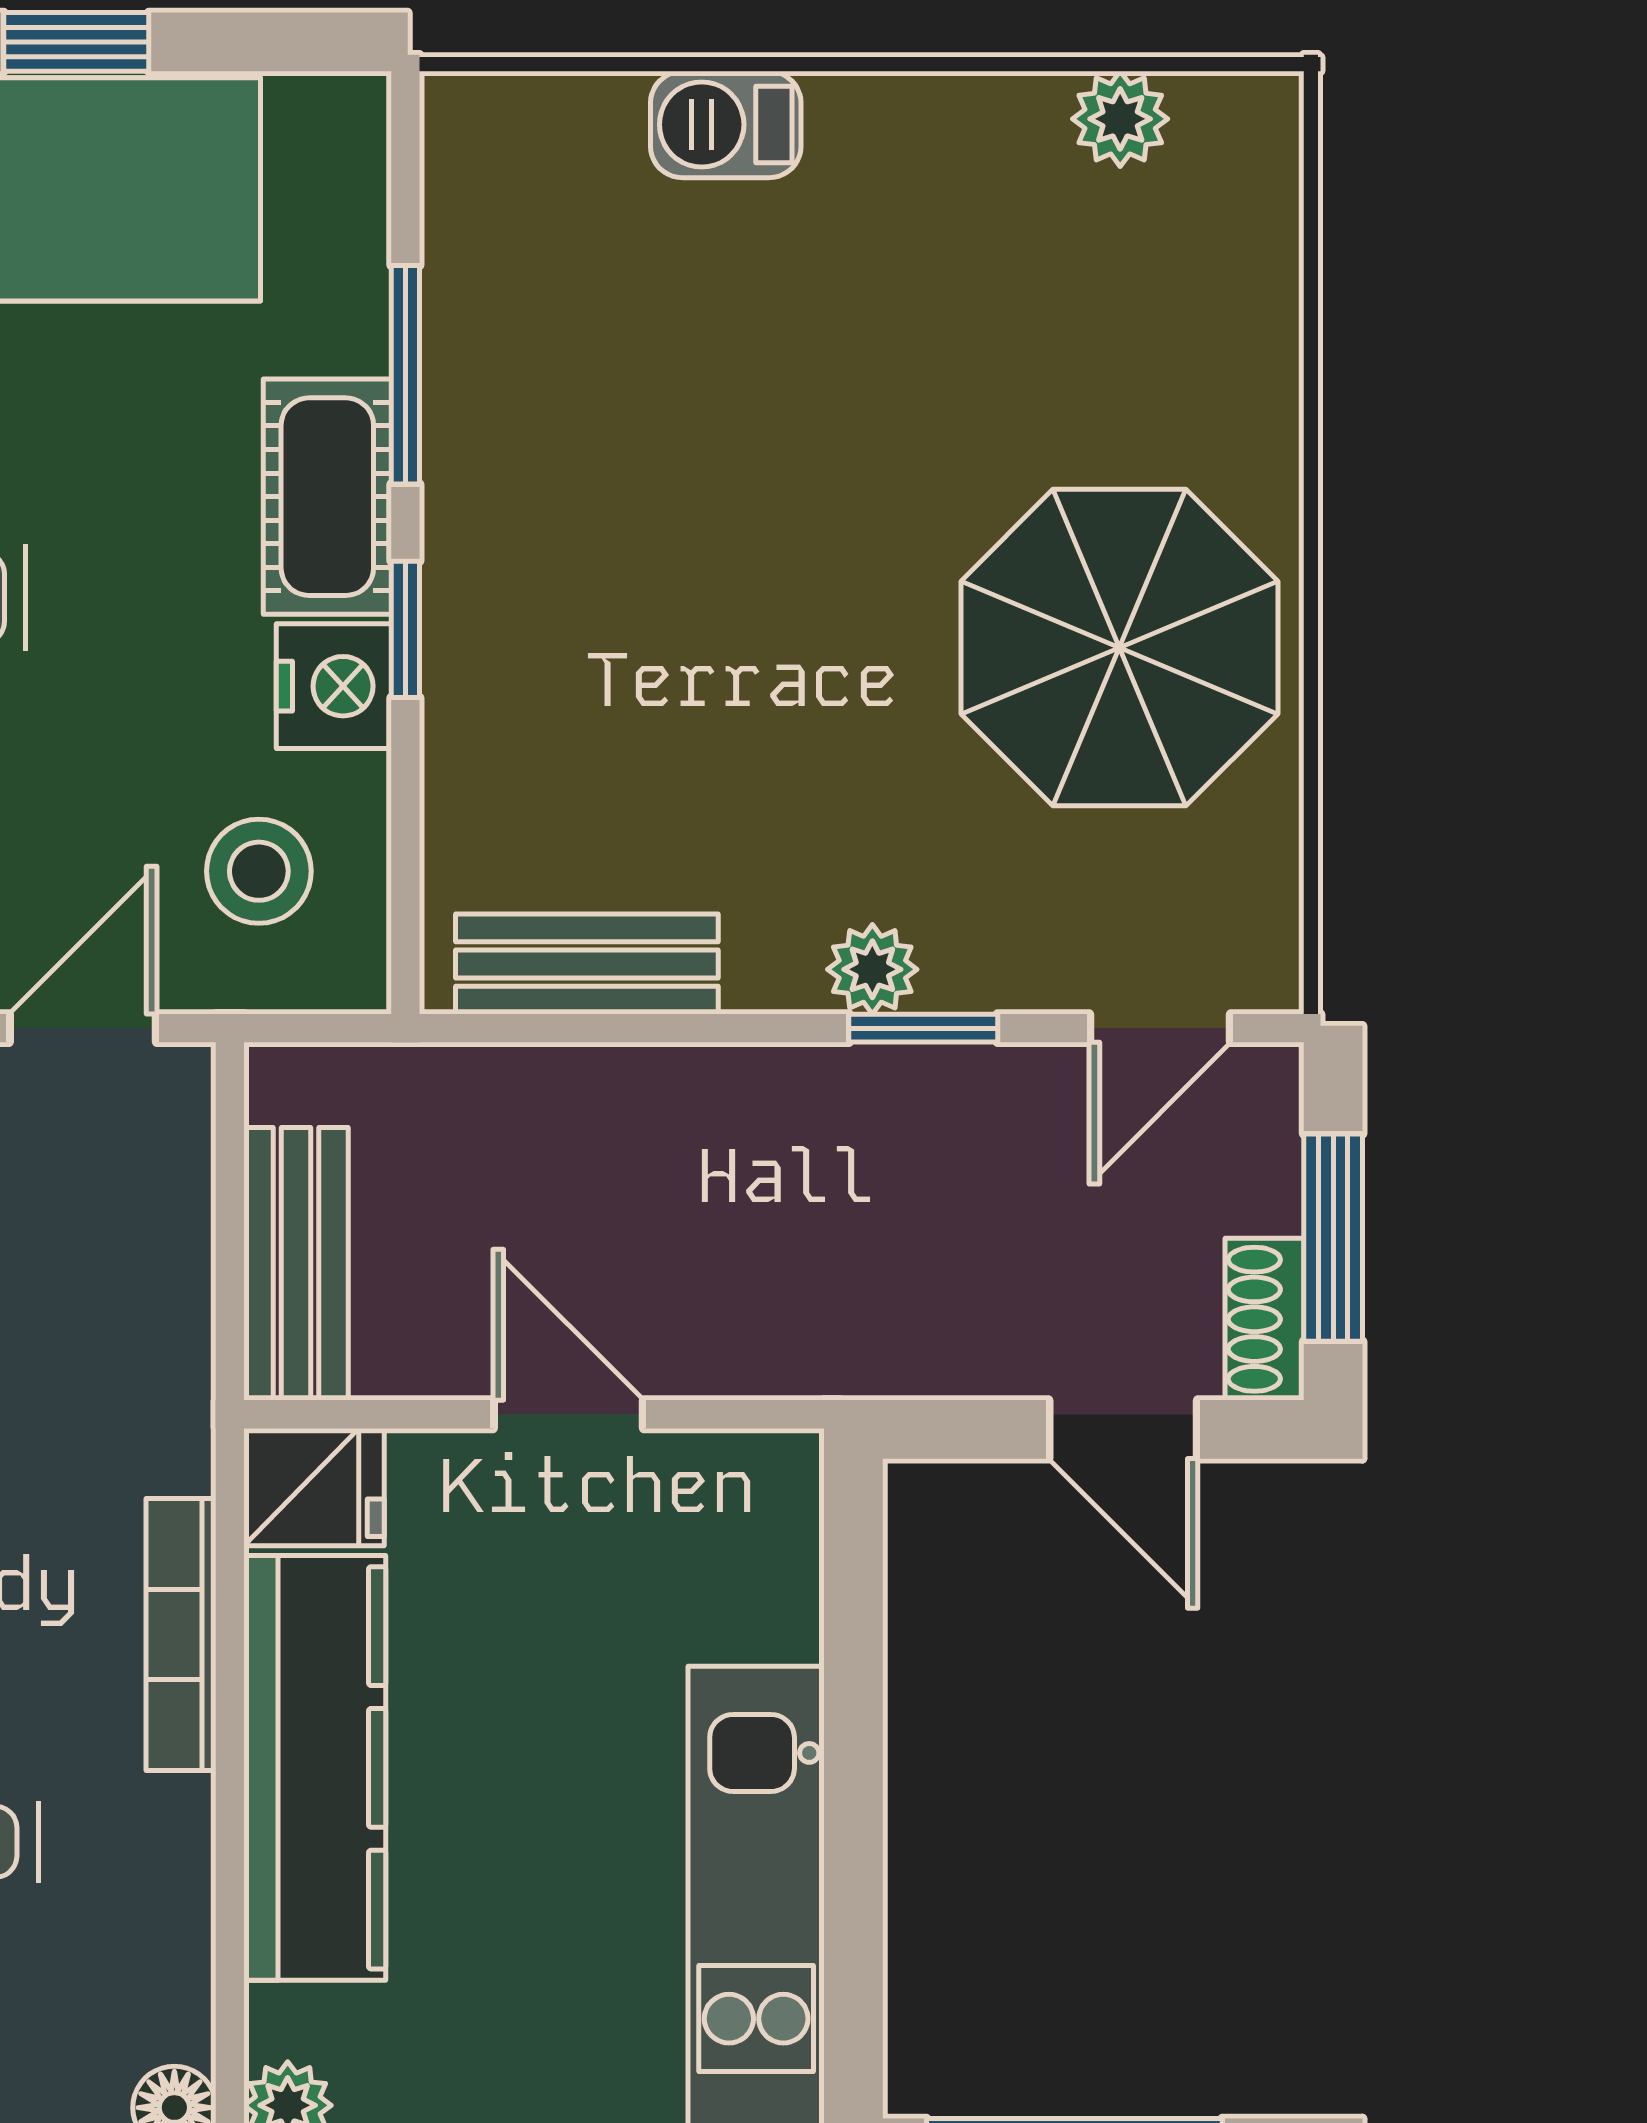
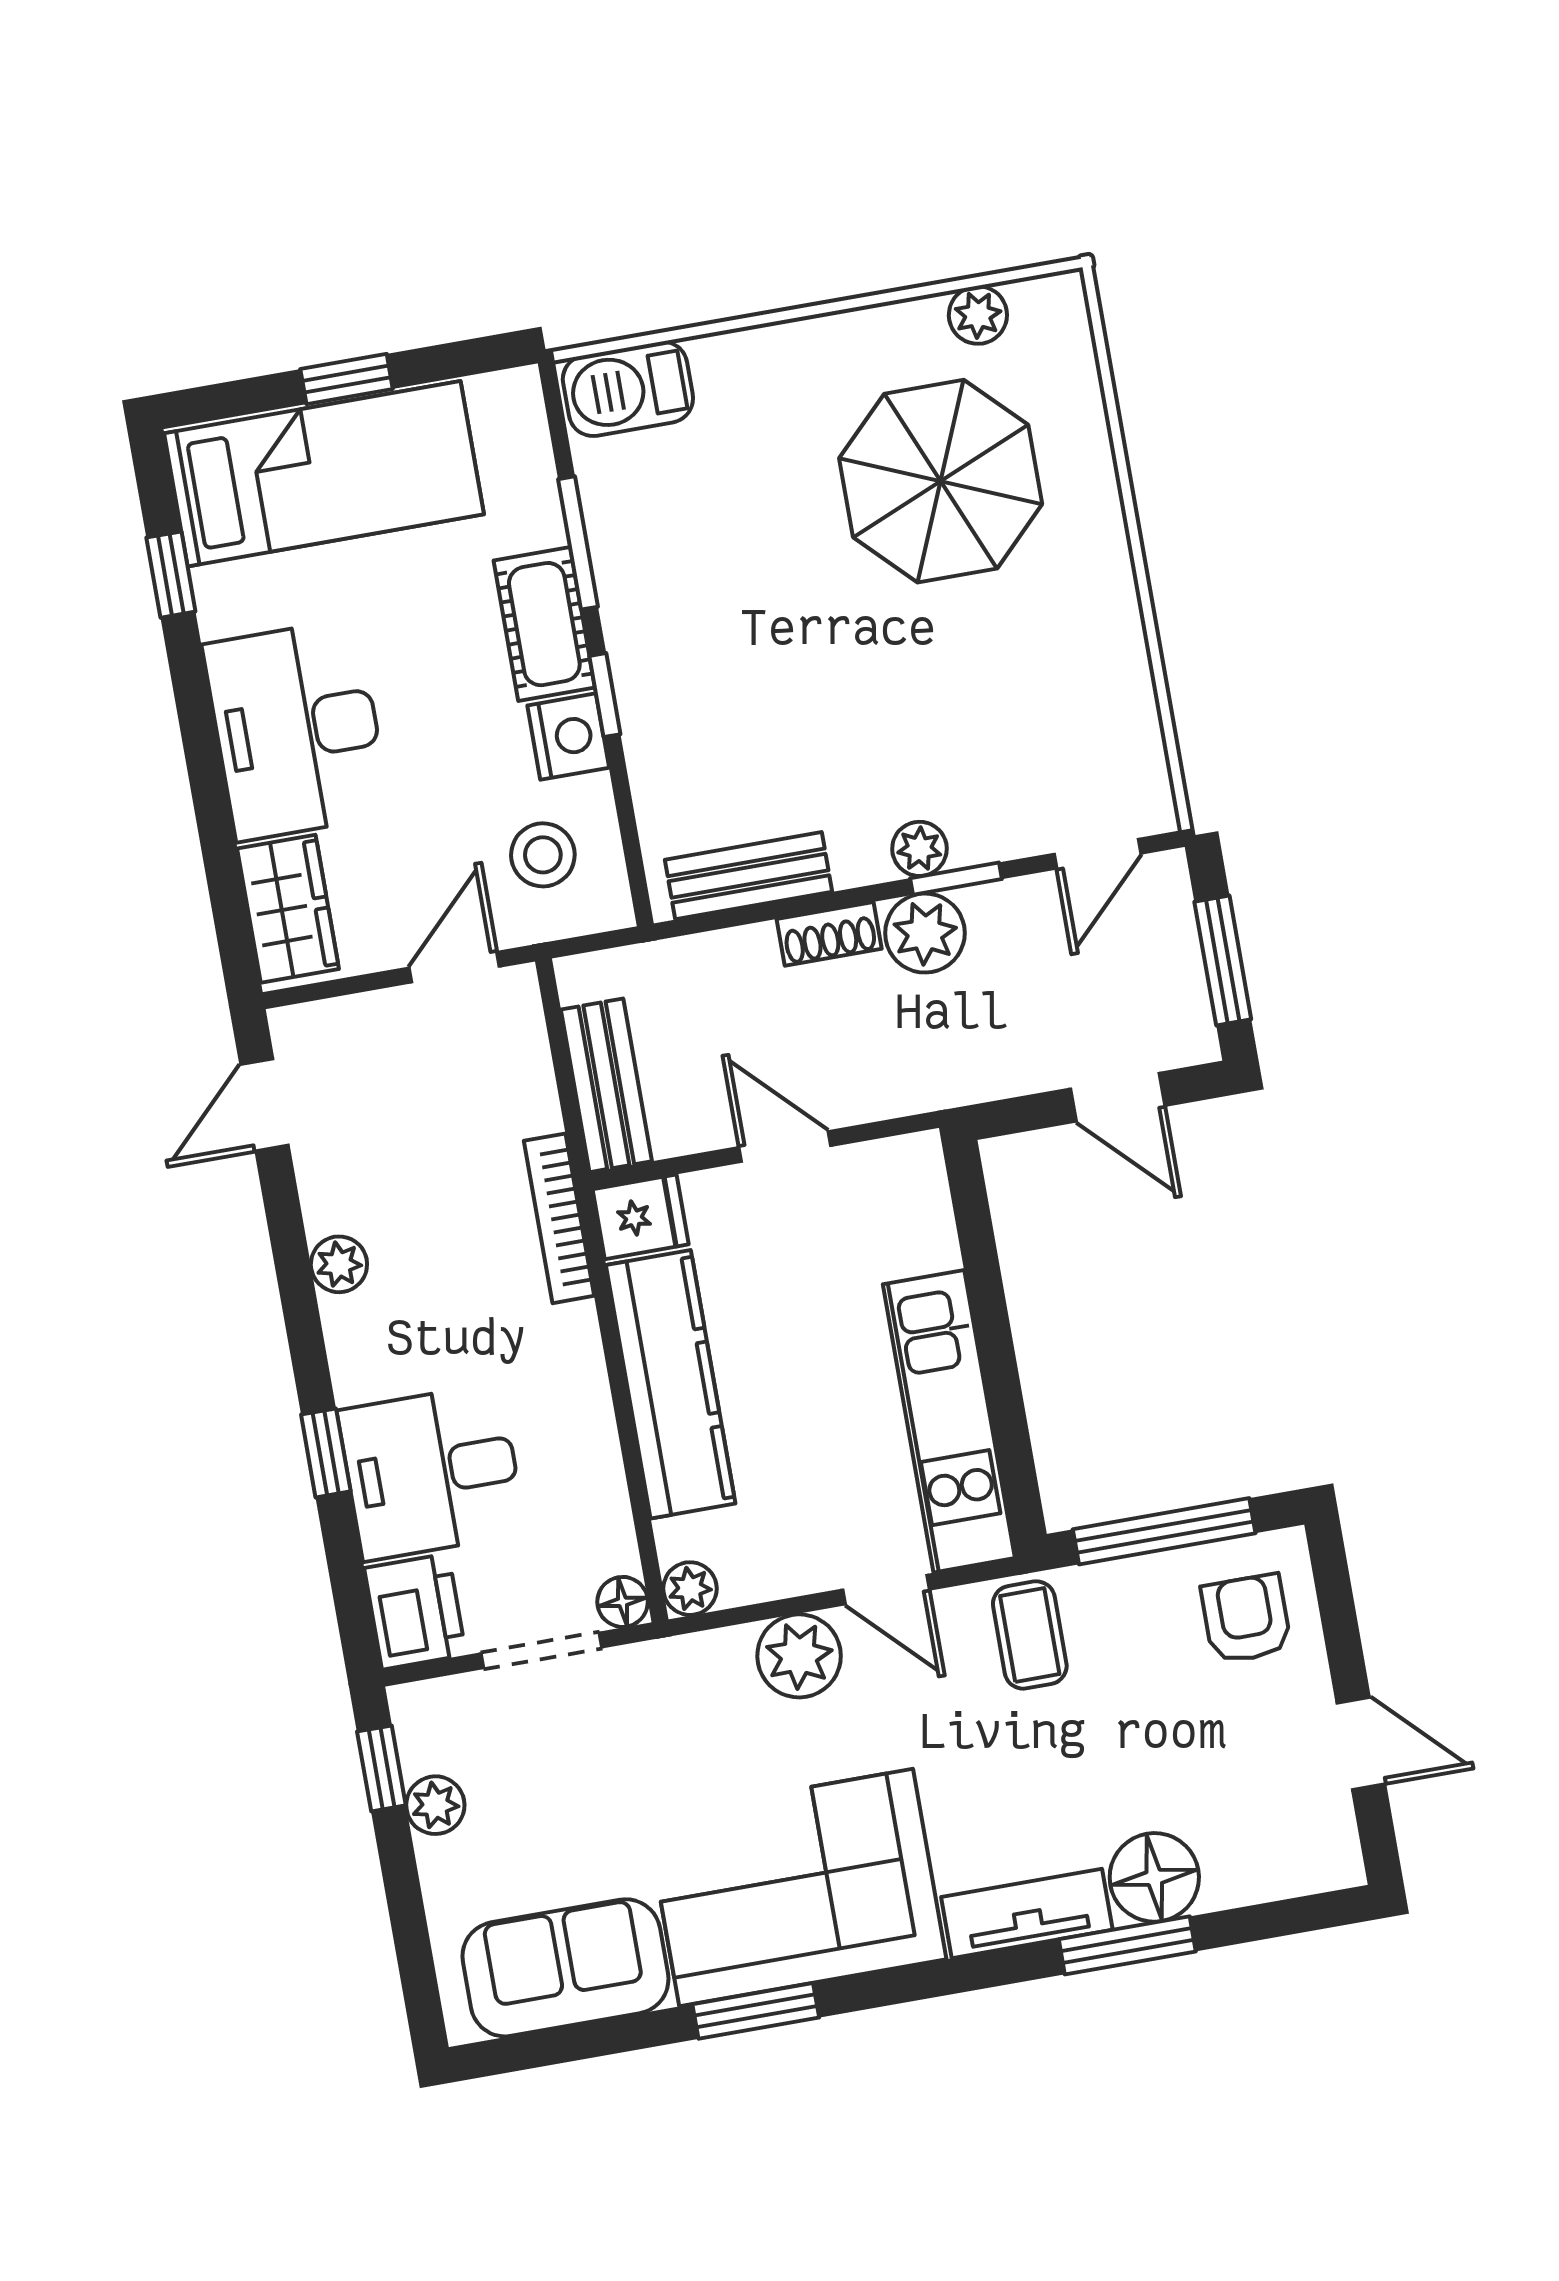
barbecue: (726, 125) -> (628, 389), moved, width x1.38, depth x1.27
parasol: (1119, 648) -> (941, 481), moved
plant: (857, 1108) -> (925, 933), added
shoe rack: (1265, 1319) -> (829, 934), moved, turned -90
bookcase: (181, 1635) -> (559, 1218), moved

